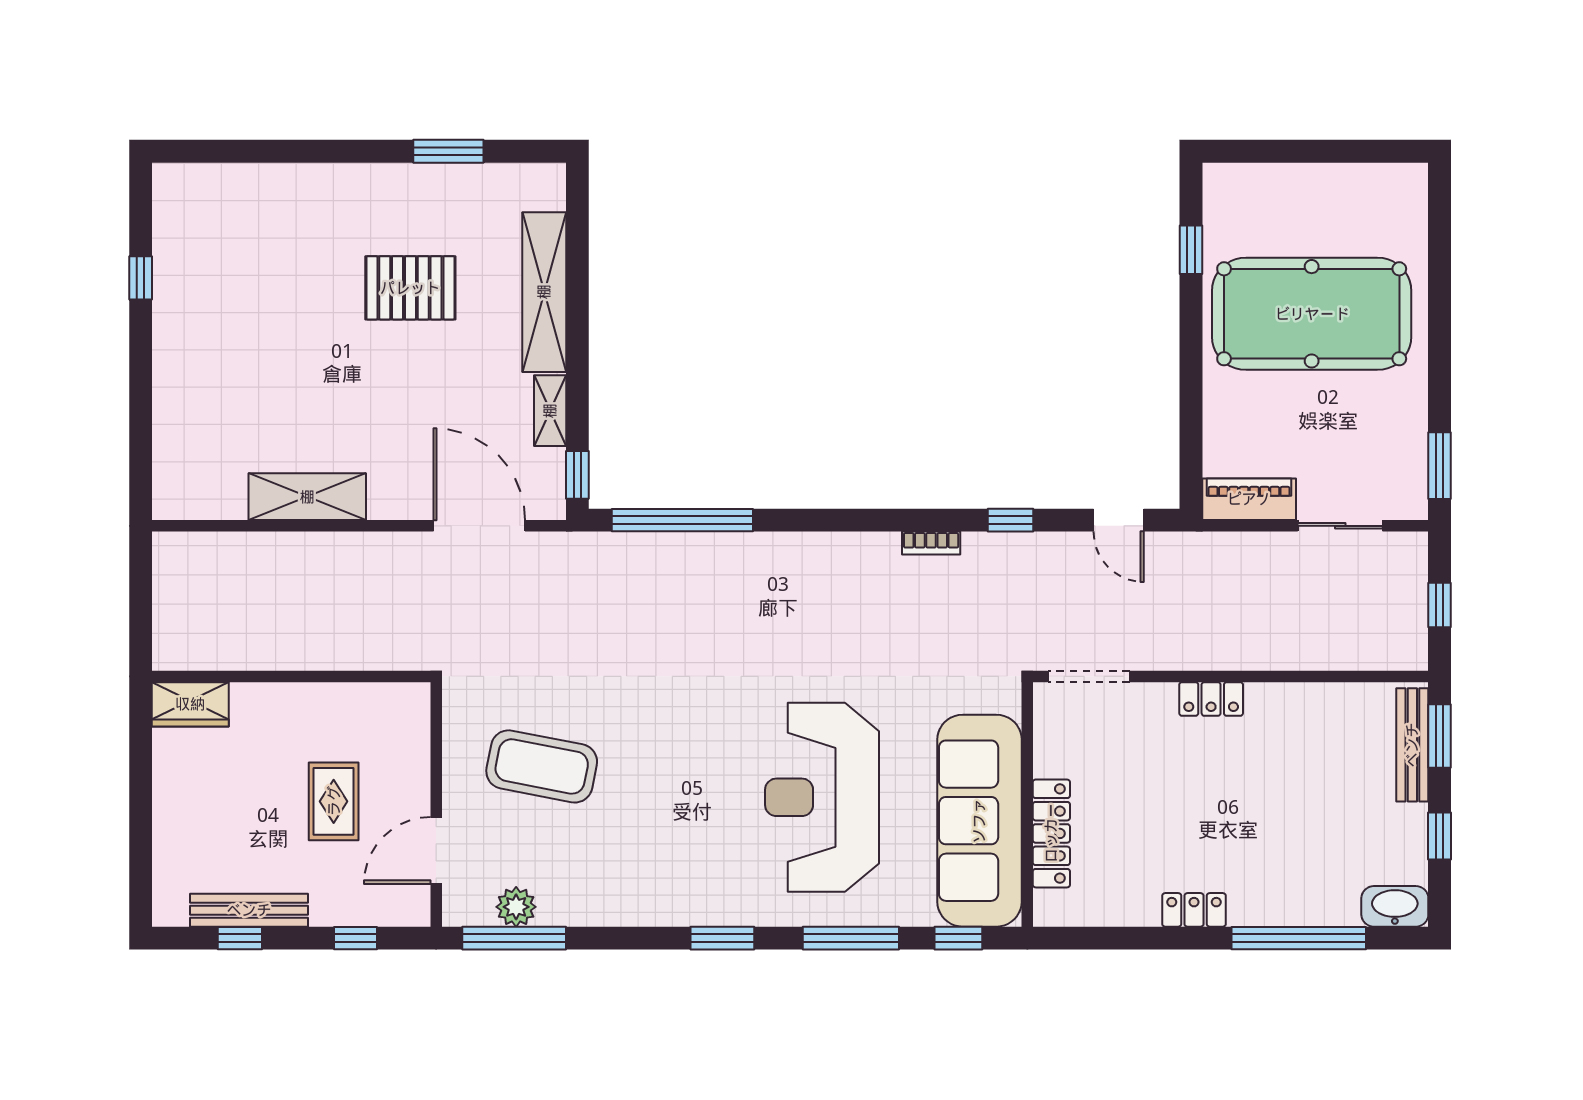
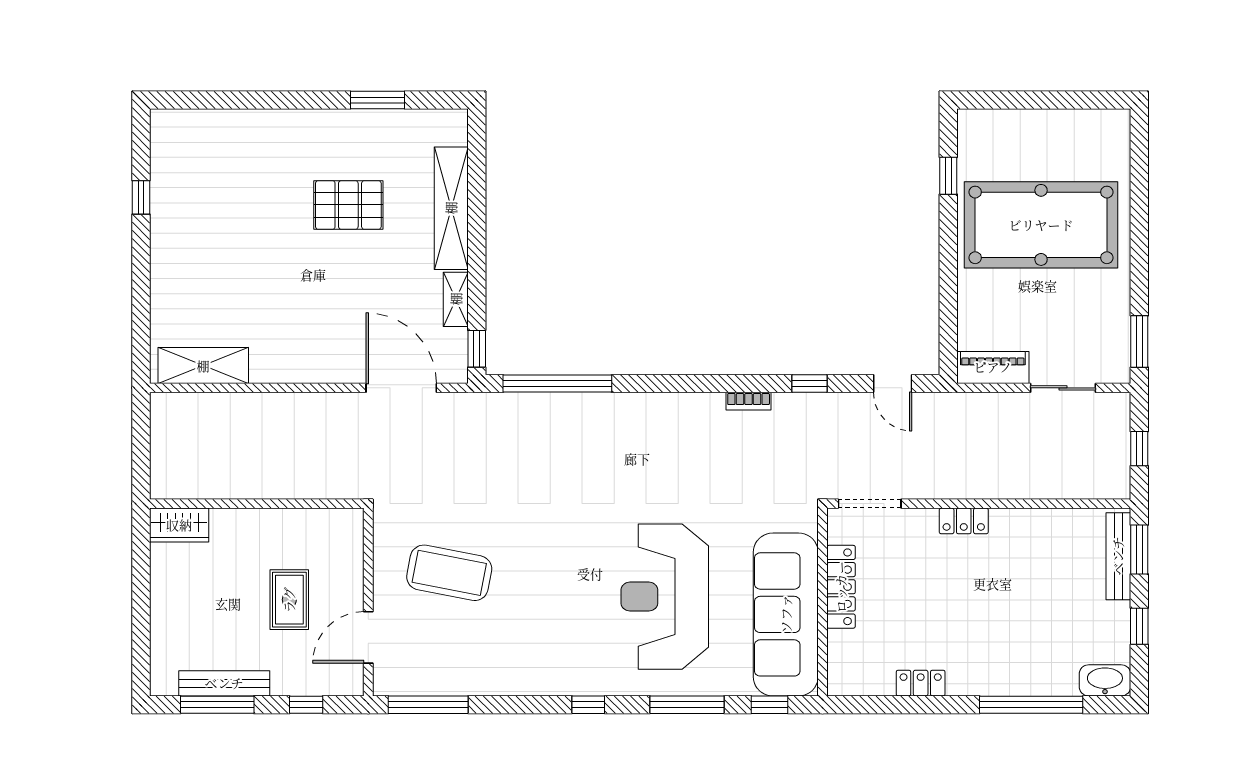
shelving: (307, 497) -> (203, 366), moved
locker: (1051, 833) -> (841, 587), moved
plant: (516, 907) -> (430, 681), removed
locker: (1194, 910) -> (921, 683), moved
window: (240, 938) -> (217, 705), width x2.17
window: (722, 938) -> (588, 705), width x0.67

